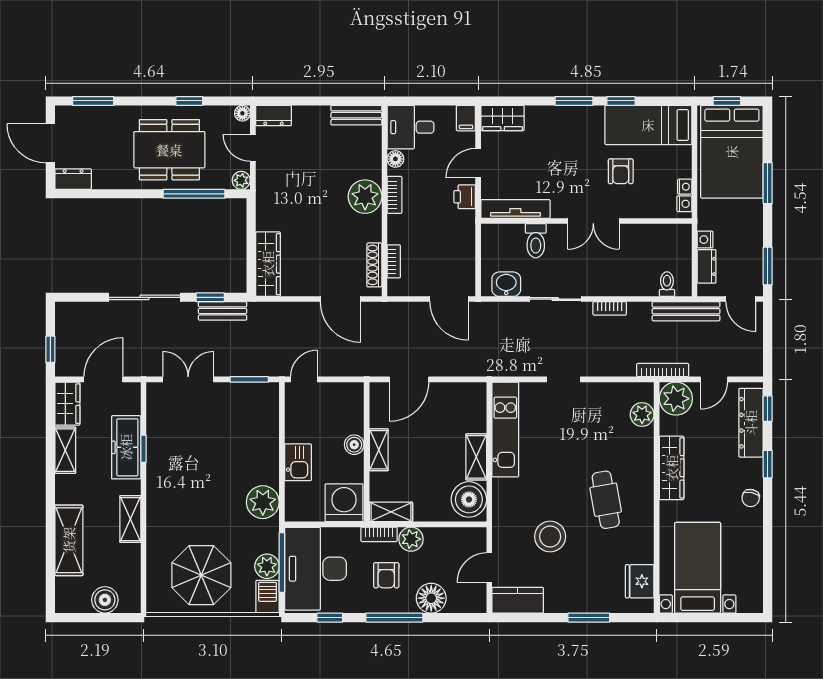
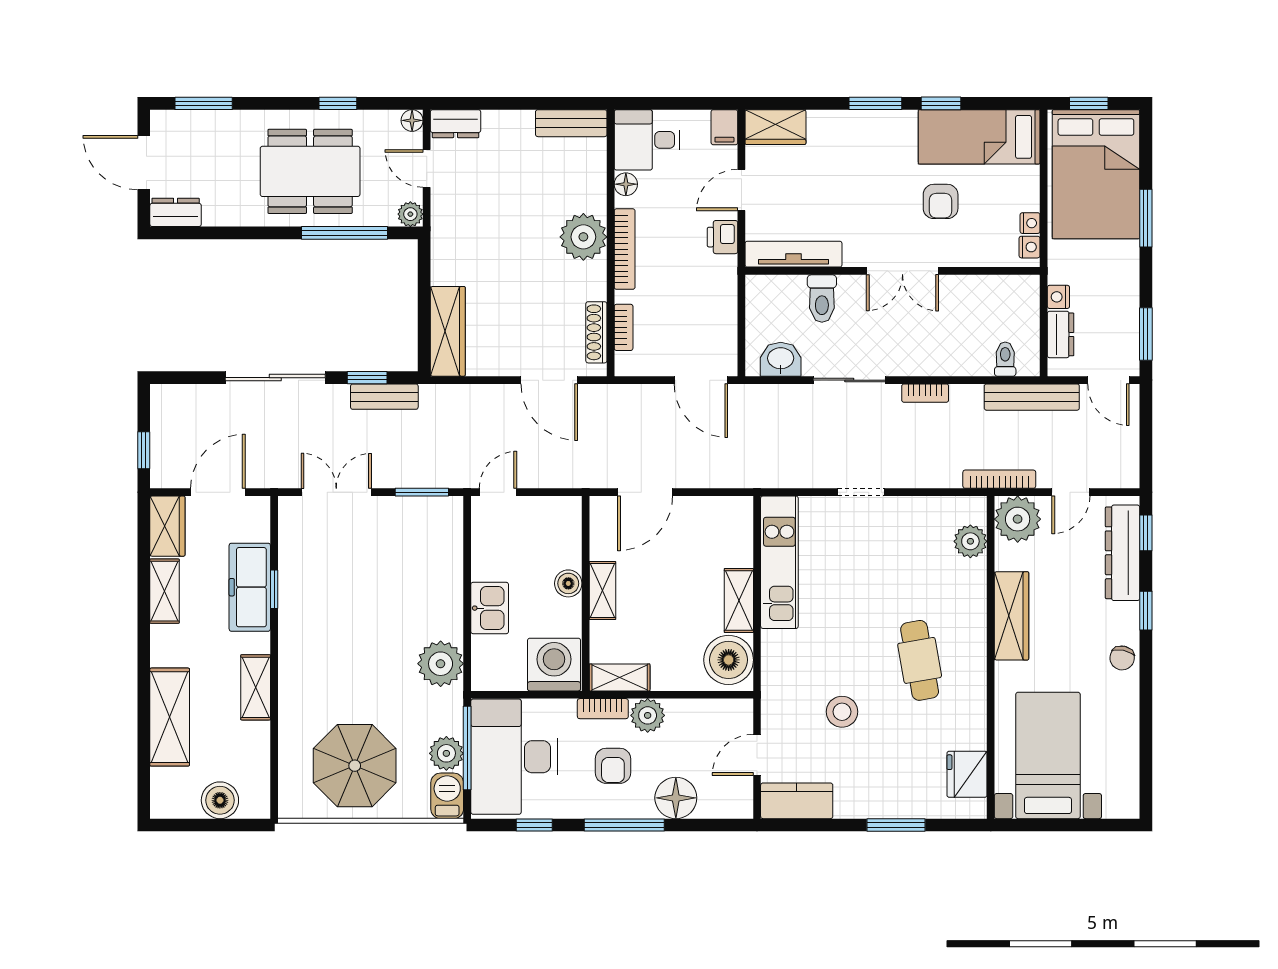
bookcase: (395, 195) -> (625, 249), width x1.56
stool: (550, 537) -> (842, 712), width x0.73, depth x0.73

